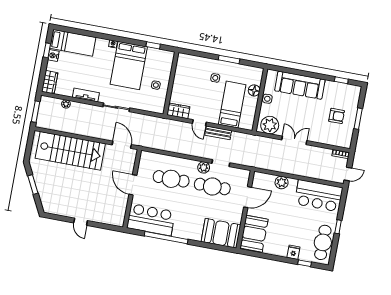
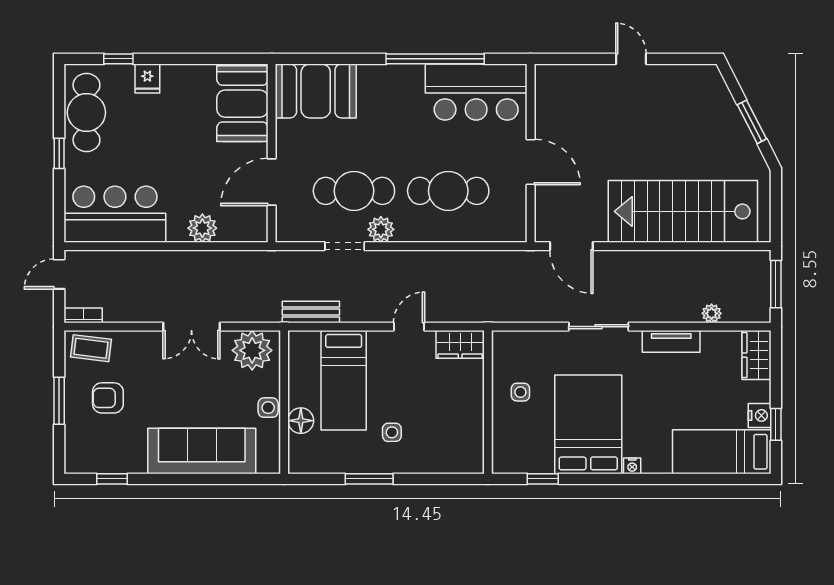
door: (199, 123) -> (409, 327), hinge flipped
bench: (218, 133) -> (311, 312), moved
coffee table: (340, 139) -> (91, 348), added

